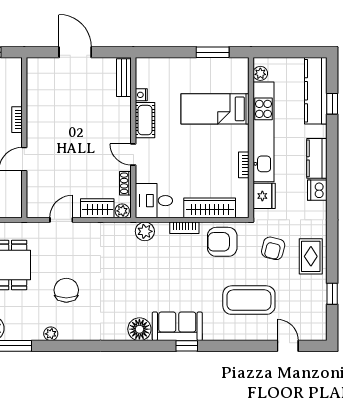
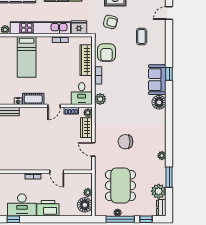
chair: (66, 290) -> (125, 142), moved
coffee table: (249, 300) -> (142, 36), width x0.54, depth x0.58

